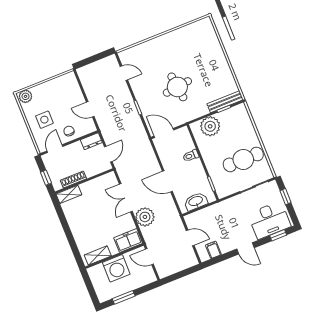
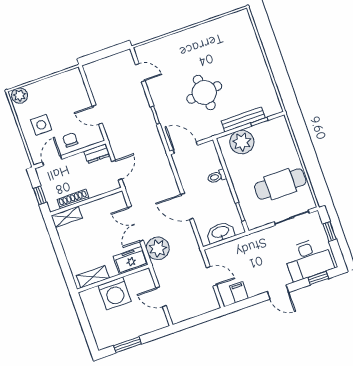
bench: (225, 102) -> (243, 119), moved
freezer: (128, 240) -> (131, 260), moved
shelving: (98, 255) -> (93, 277), moved
wall: (114, 256) -> (113, 279), moved
washing machine: (116, 268) -> (115, 293), moved

